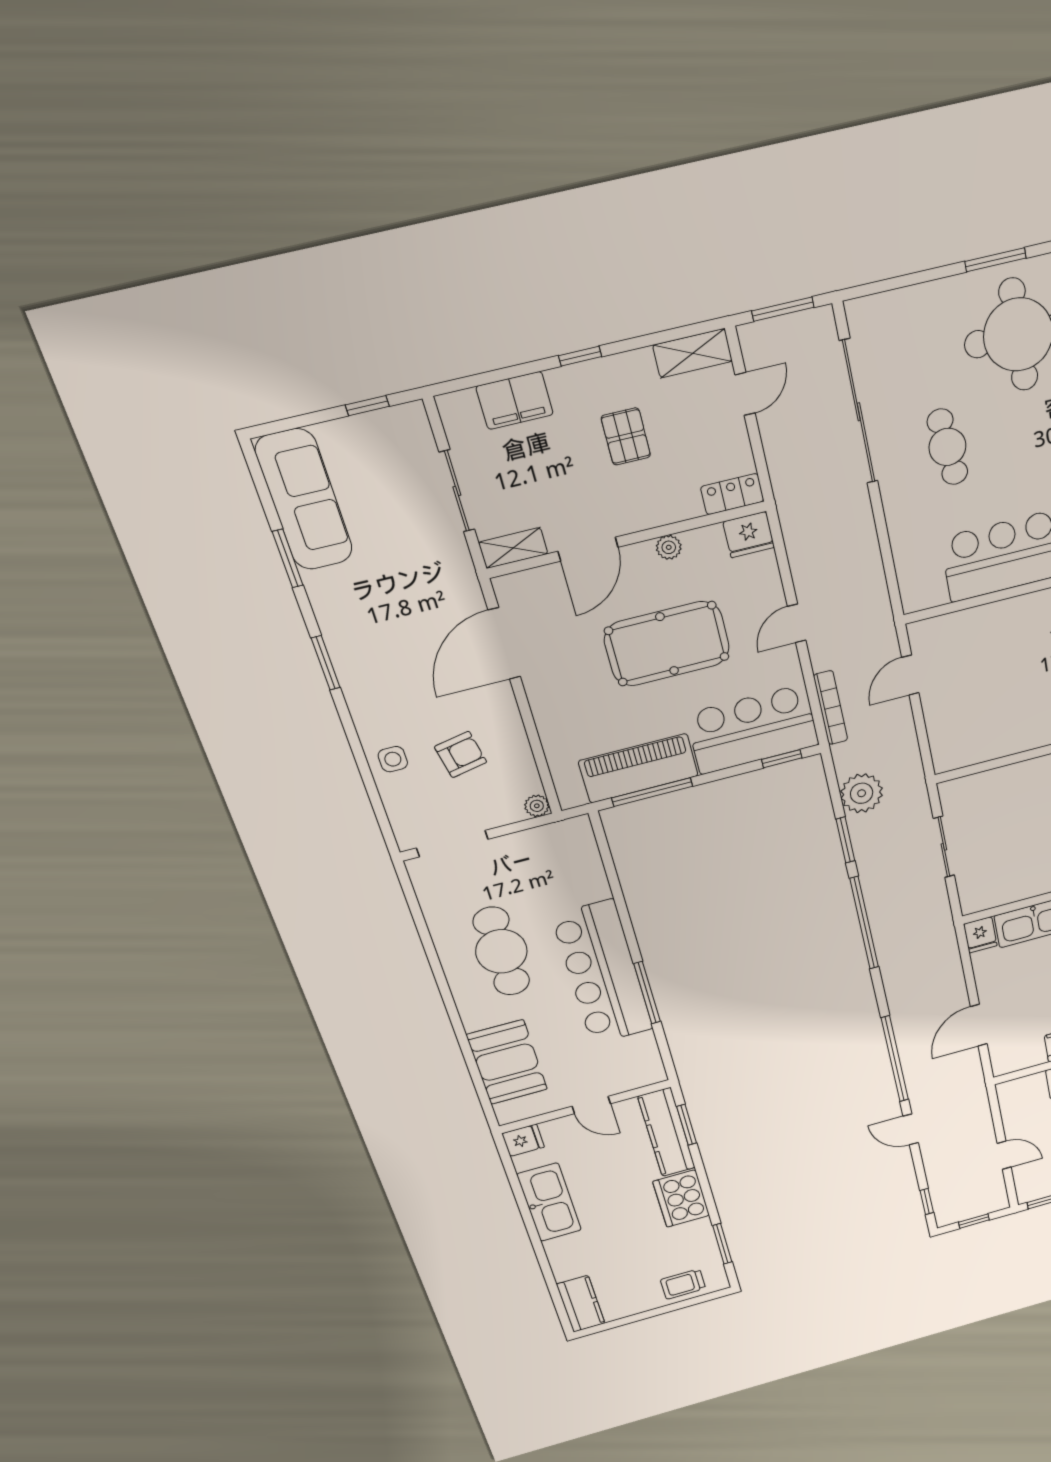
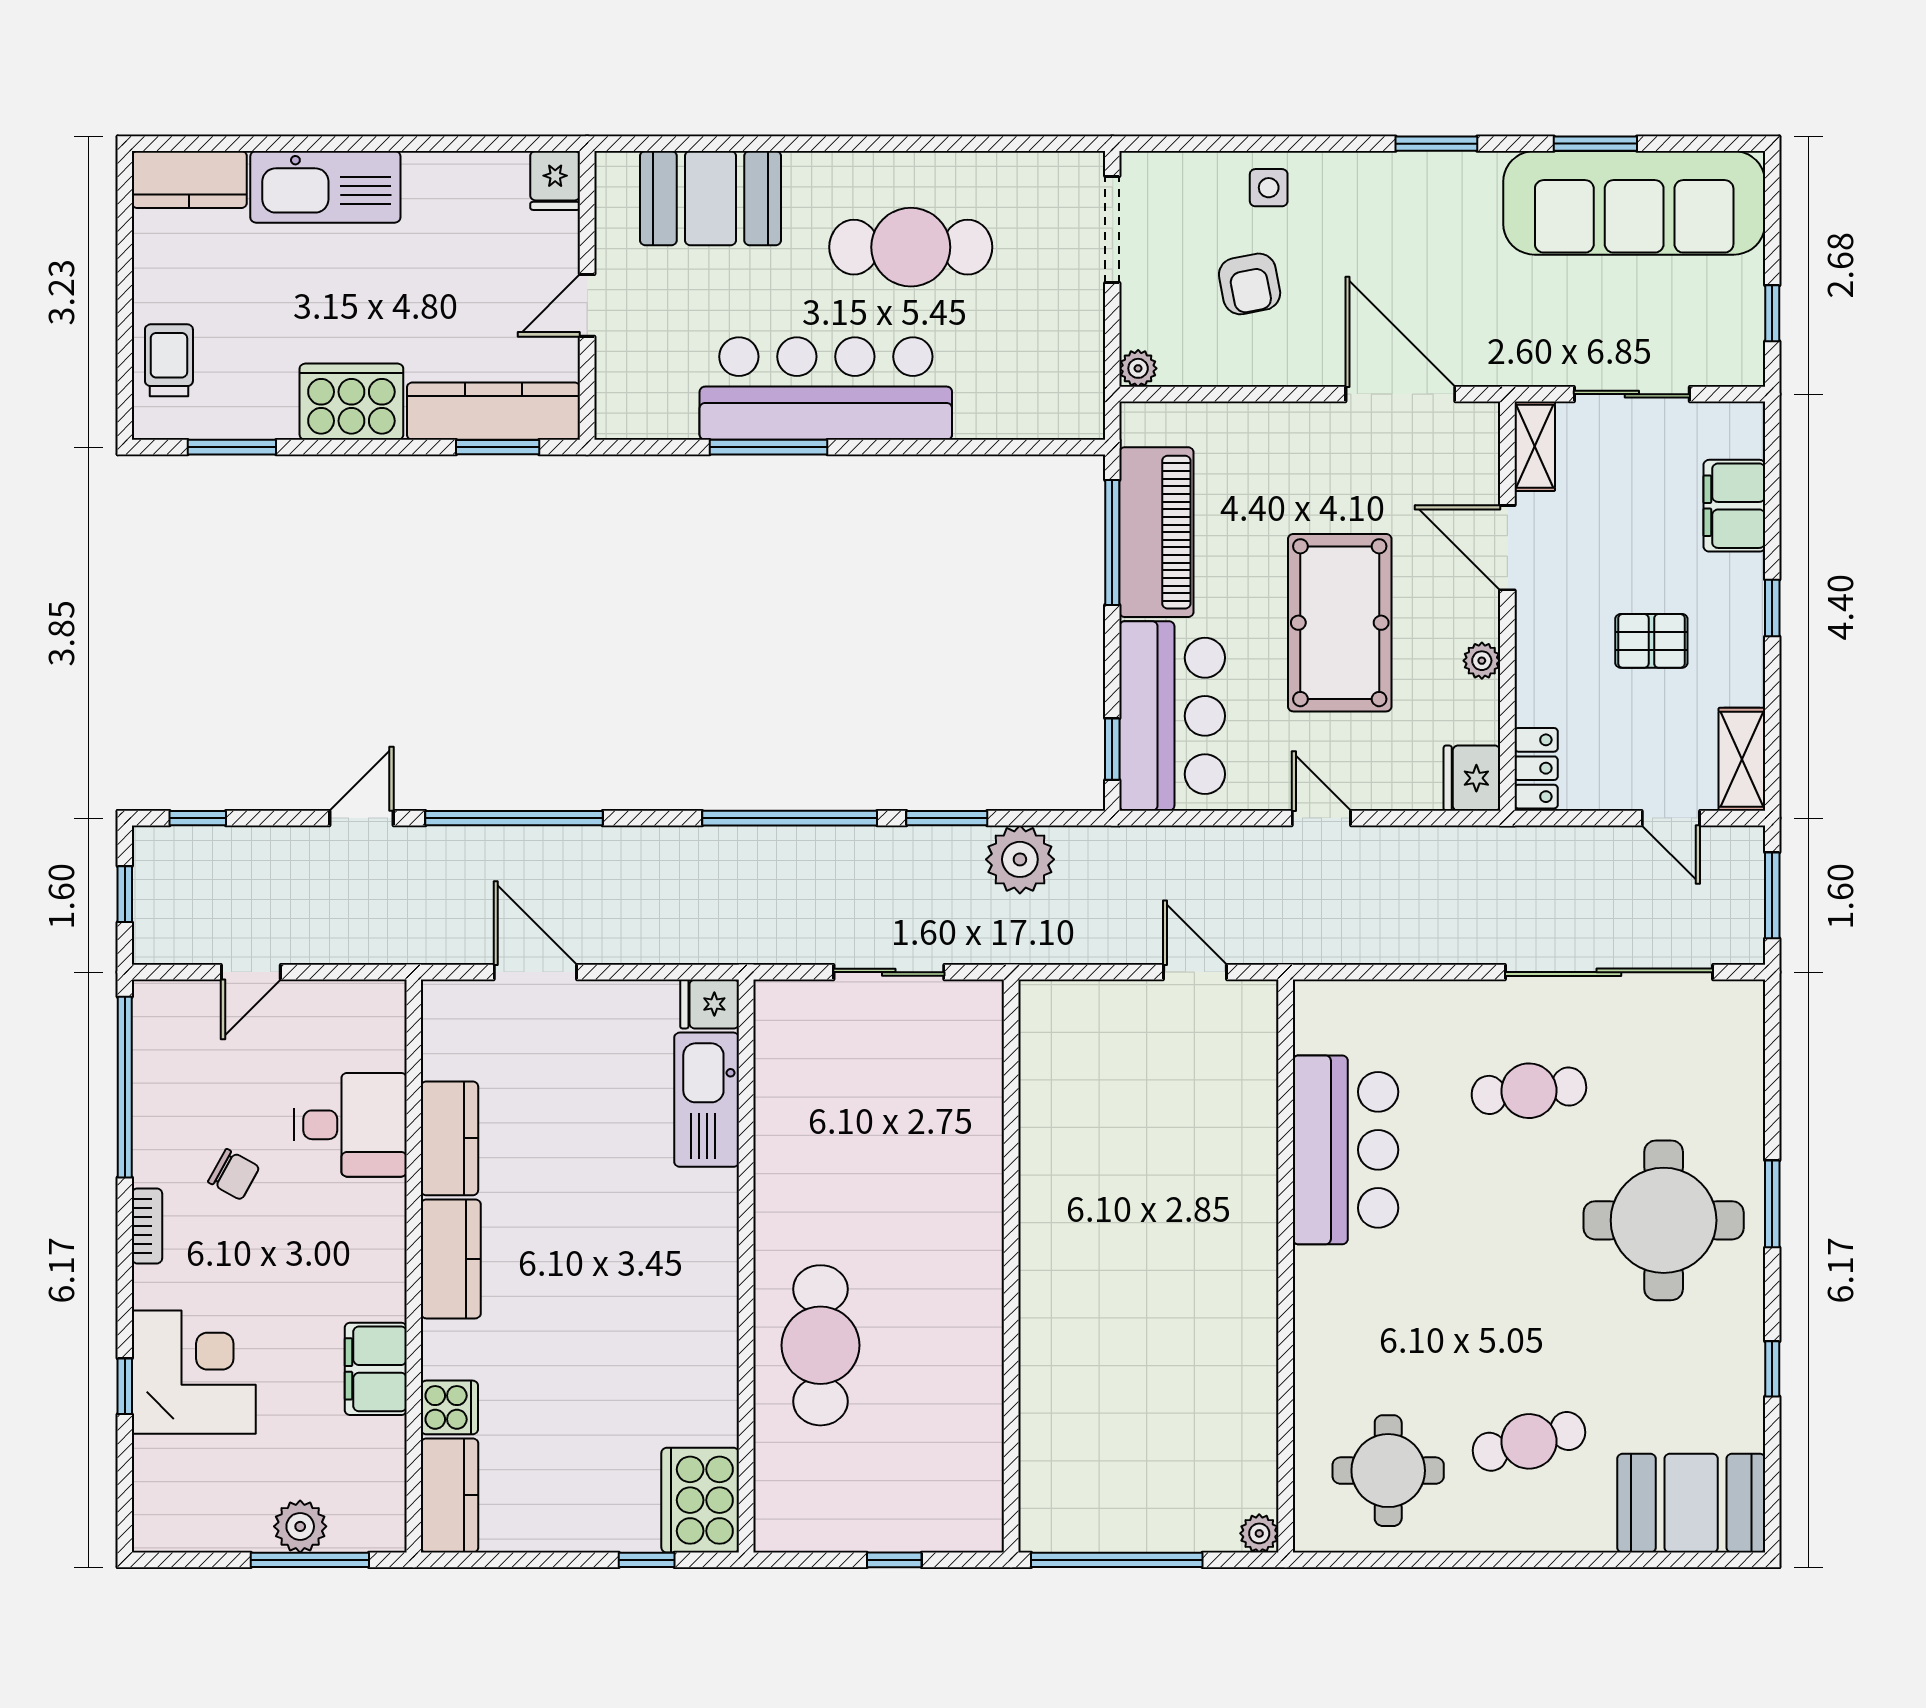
sofa: (304, 500) -> (1634, 203), width x1.36, depth x1.27
bookcase: (831, 708) -> (1175, 841), removed
kitchen sink: (549, 1202) -> (325, 187), moved

